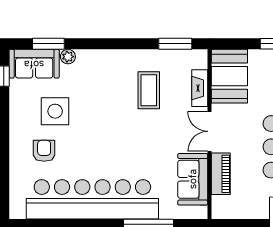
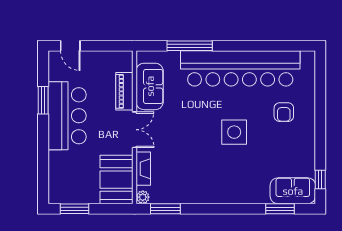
plant: (68, 57) -> (143, 197), moved
coffee table: (149, 90) -> (189, 167), removed
side table: (55, 111) -> (234, 132), moved

